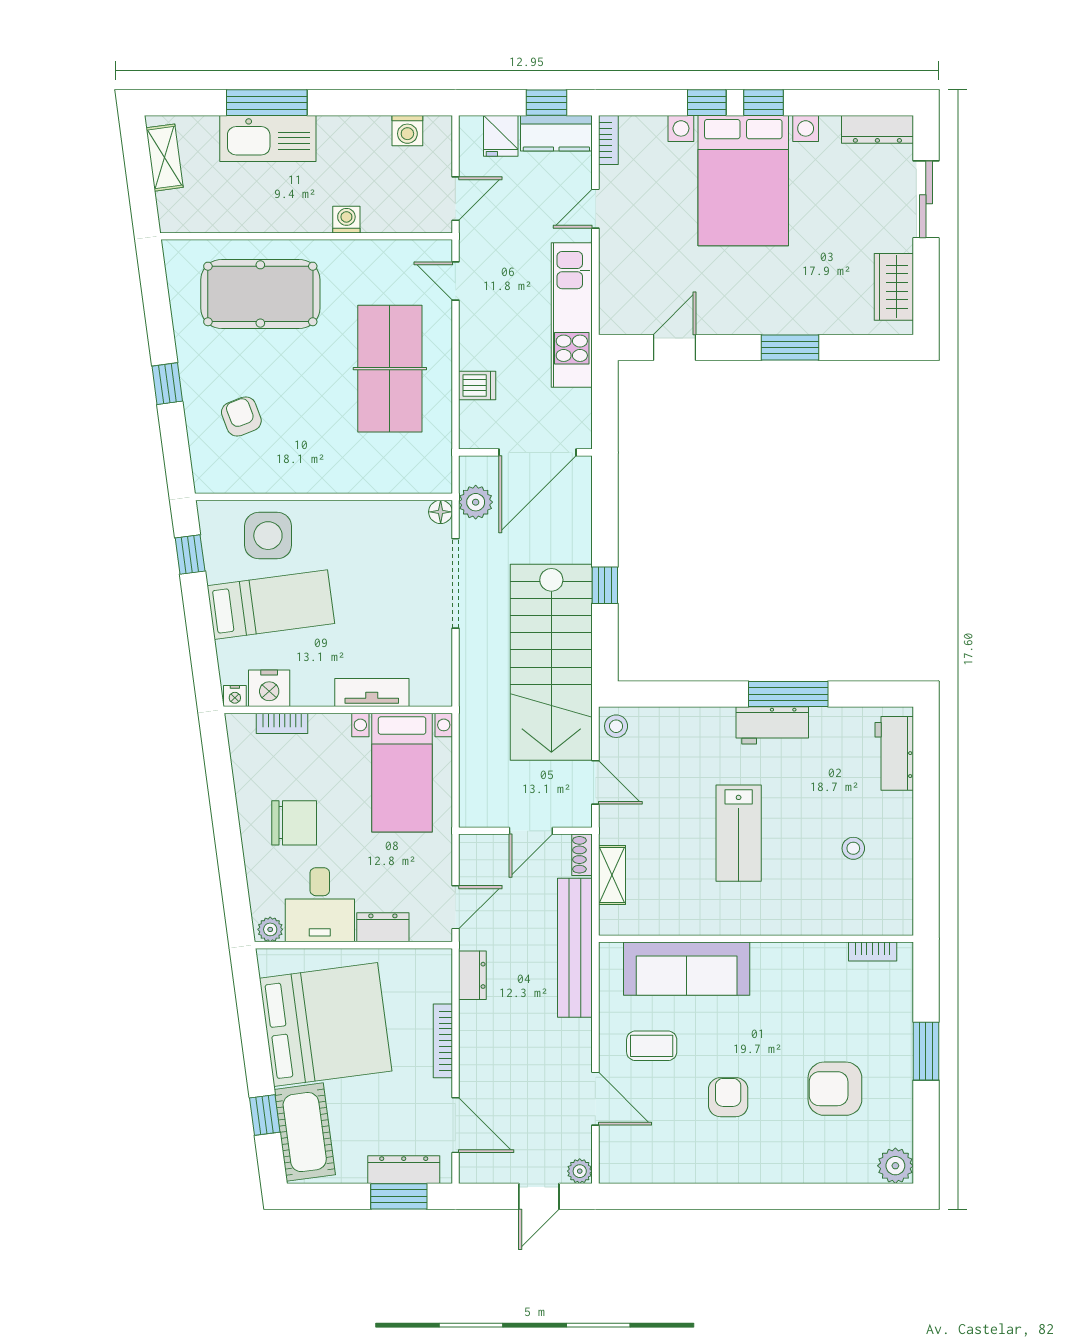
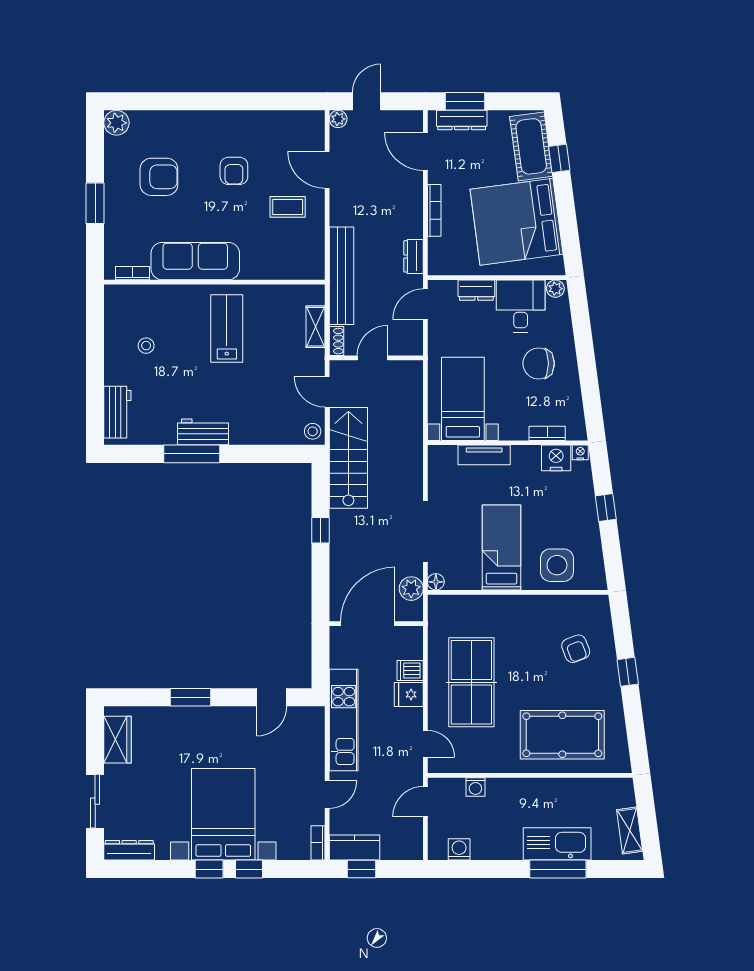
fridge: (501, 136) -> (409, 694), moved, turned -90
washing machine: (346, 220) -> (475, 787), moved
window: (190, 554) -> (606, 508), moved
bed: (271, 605) -> (502, 547), moved, turned 98
stairs: (551, 662) -> (348, 458), width x0.73, depth x0.66
lab bench: (739, 833) -> (227, 329), moved
sofa: (687, 969) -> (195, 261), moved

